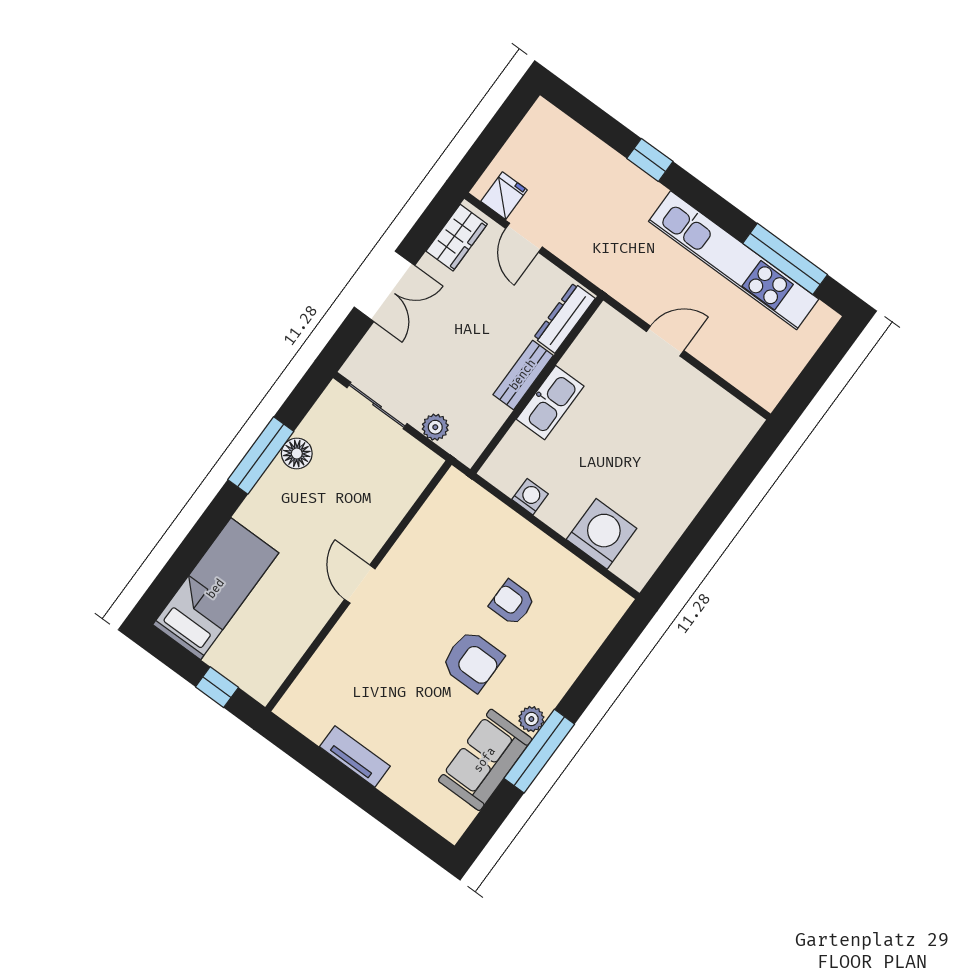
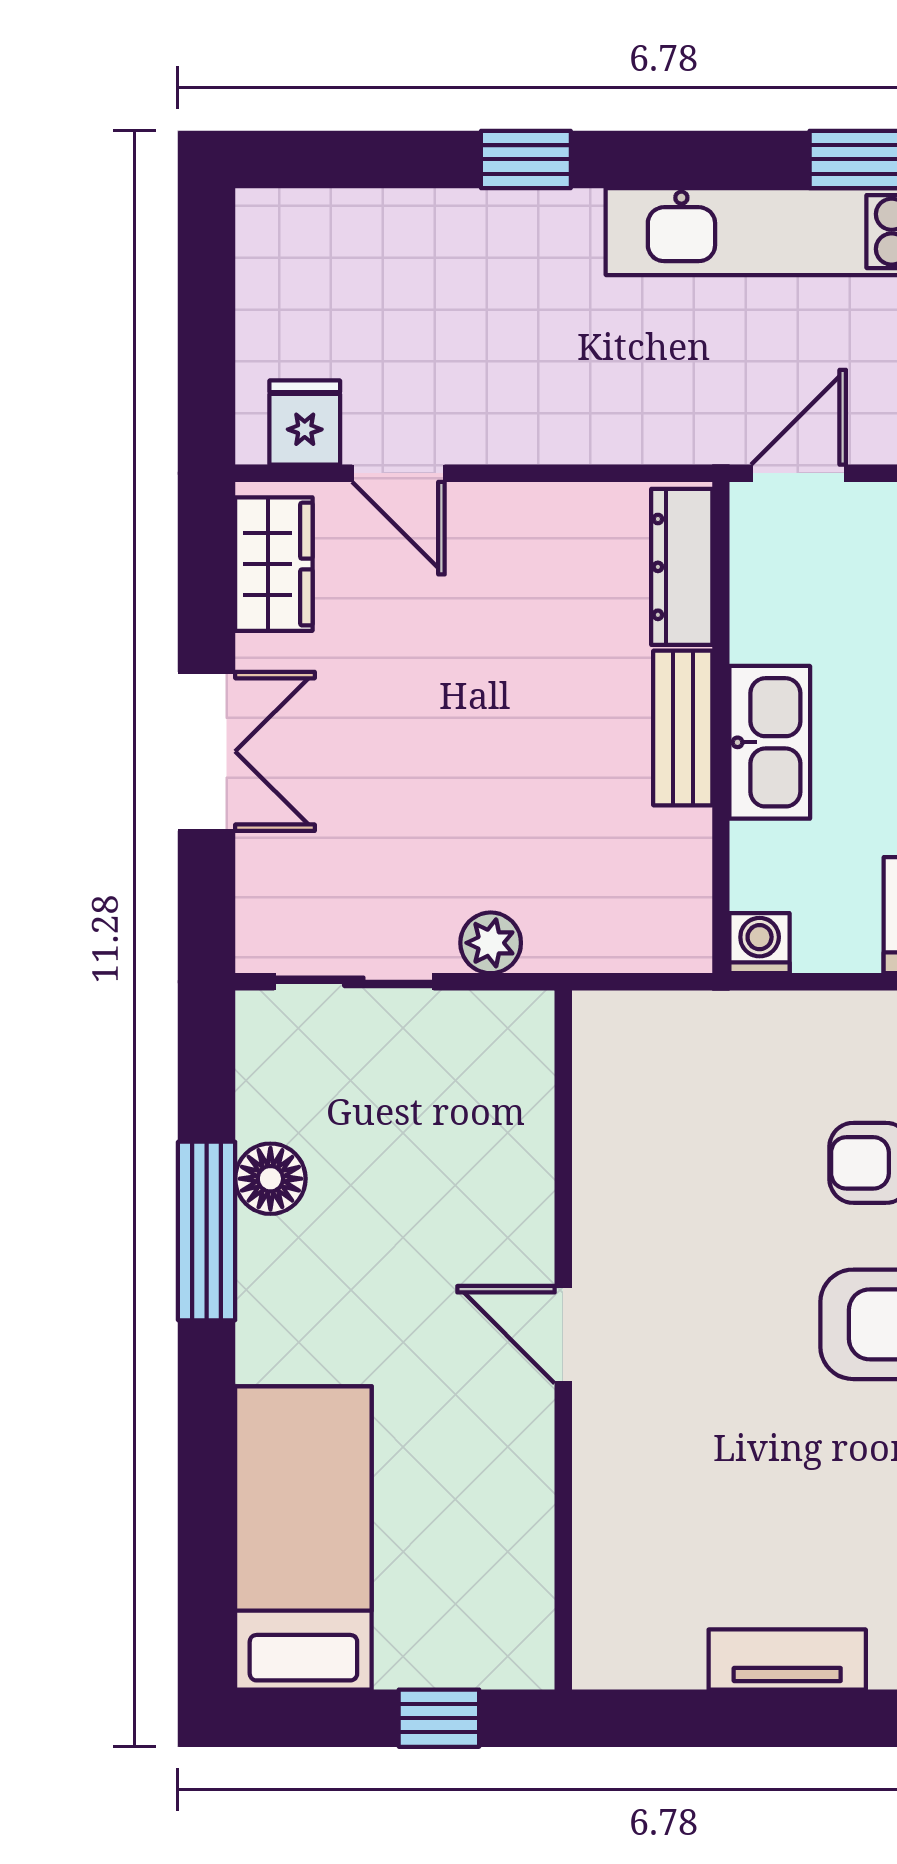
dresser: (564, 318) -> (682, 567), moved
bench: (523, 375) -> (683, 728), moved
wall: (537, 385) -> (721, 728), moved
kitchen sink: (550, 403) -> (770, 742), moved

